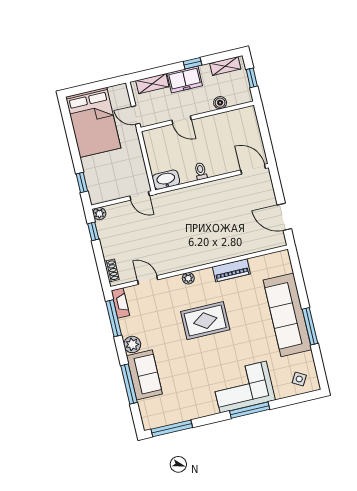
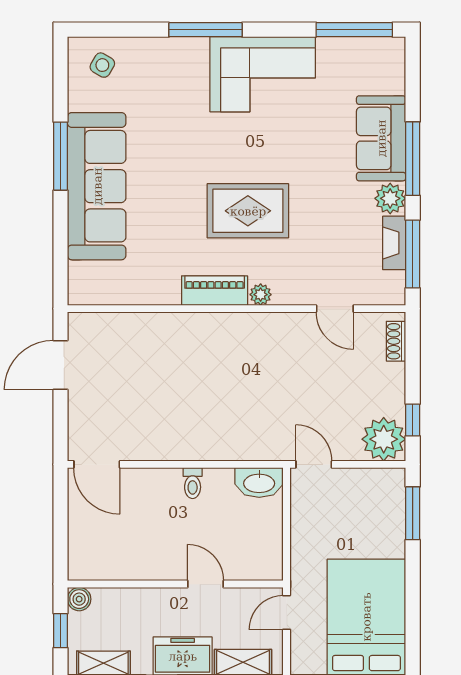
boiler: (220, 103) -> (79, 599), moved
door: (136, 115) -> (287, 613), swing flipped
window: (82, 182) -> (413, 513), width x1.50
plant: (99, 214) -> (384, 439), width x1.87, depth x1.87
door: (284, 217) -> (60, 365), swing flipped
piano: (231, 270) -> (215, 291), moved
fireplace: (120, 303) -> (394, 243), moved
window: (129, 384) -> (413, 159), moved
corner sofa: (243, 387) -> (263, 74), moved

